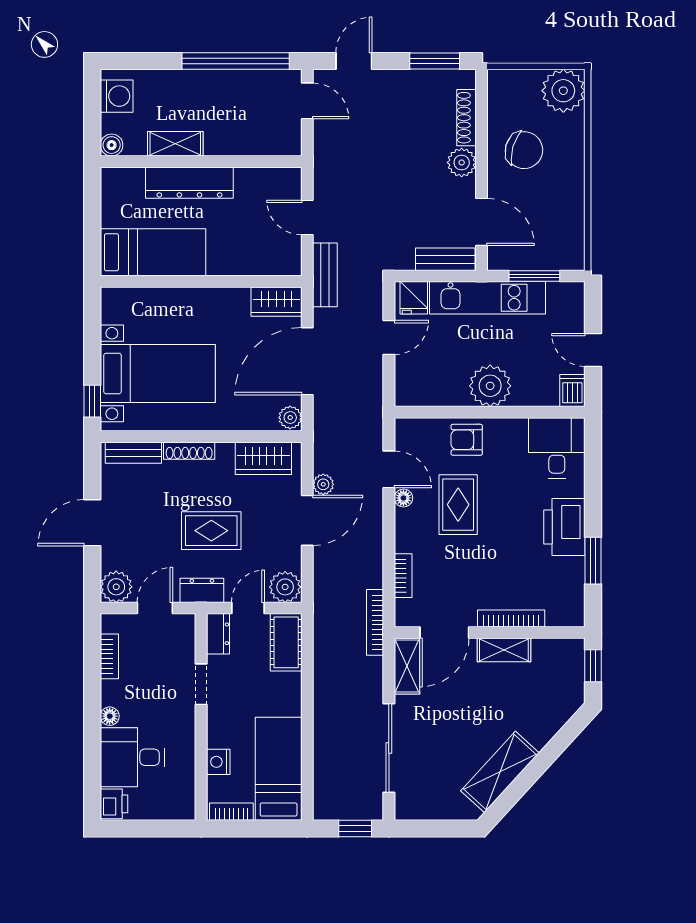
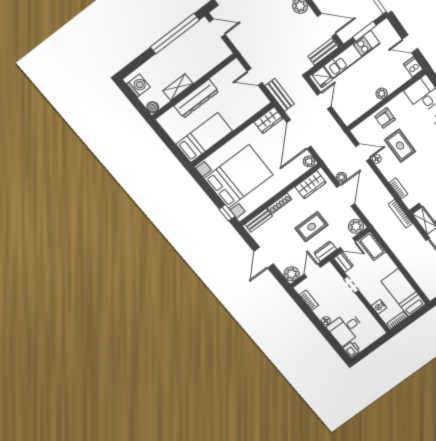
bed with nightstands: (158, 373) -> (239, 177), width x1.36
plant: (490, 386) -> (382, 93), width x0.53, depth x0.53
door: (248, 608) -> (348, 244), swing flipped

